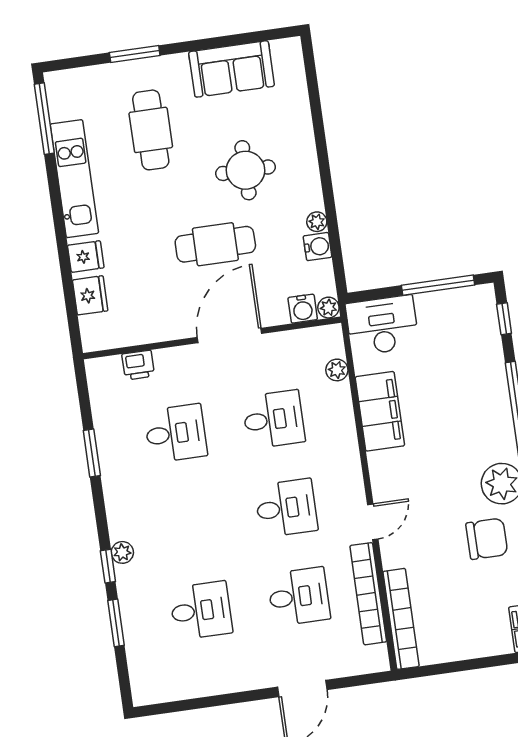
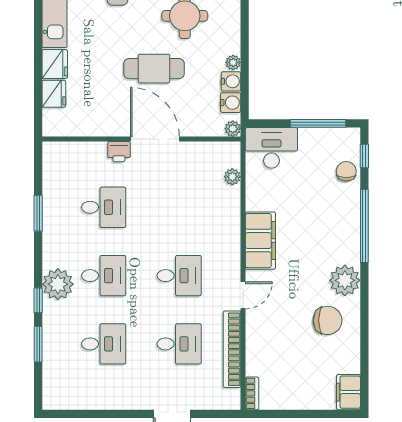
fridge: (86, 257) -> (55, 64), width x1.38
water cooler: (303, 309) -> (231, 103), moved, turned -90
door: (229, 335) -> (155, 139), hinge flipped
chair: (484, 342) -> (346, 171), added
printer: (138, 365) -> (119, 152), moved
filing cabinet: (380, 411) -> (260, 241), moved
desk: (274, 419) -> (104, 276), moved
plant: (122, 552) -> (58, 284), width x1.88, depth x1.88
bookcase: (401, 619) -> (252, 393), width x0.43, depth x0.76

